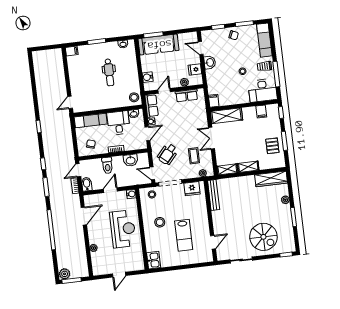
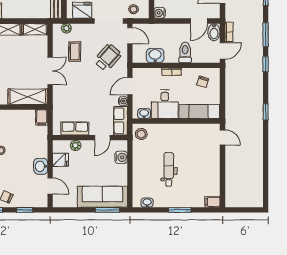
door: (70, 102) -> (222, 137), hinge flipped
door: (110, 190) -> (199, 21), moved

